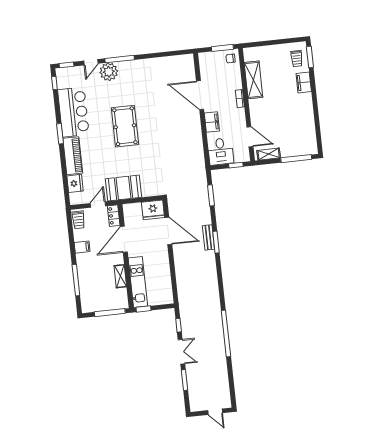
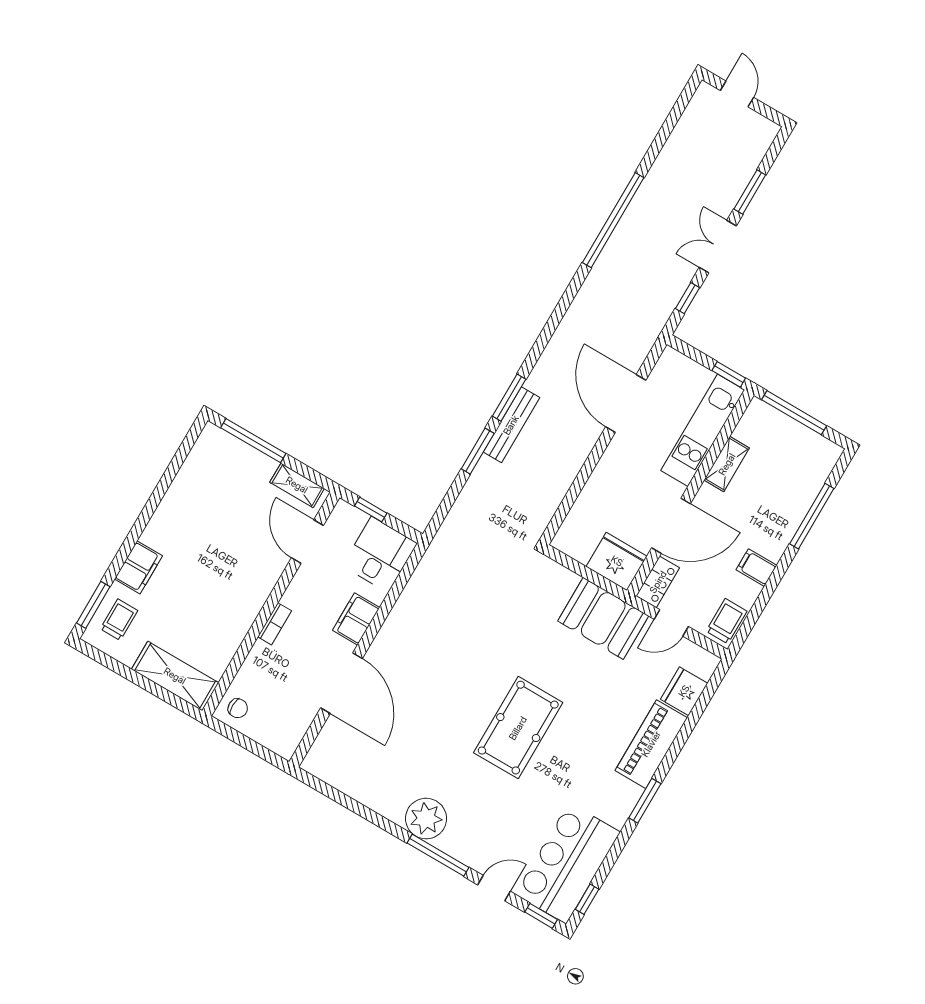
window: (222, 48) -> (239, 738), removed
plant: (109, 72) -> (426, 819), moved
shelving: (253, 80) -> (175, 676), moved, turned 90
bar counter: (73, 112) -> (568, 863), moved
window: (211, 195) -> (478, 451), moved
fridge: (153, 210) -> (617, 561), moved
door: (168, 231) -> (626, 403), moved
bench: (208, 237) -> (511, 425), width x1.36

